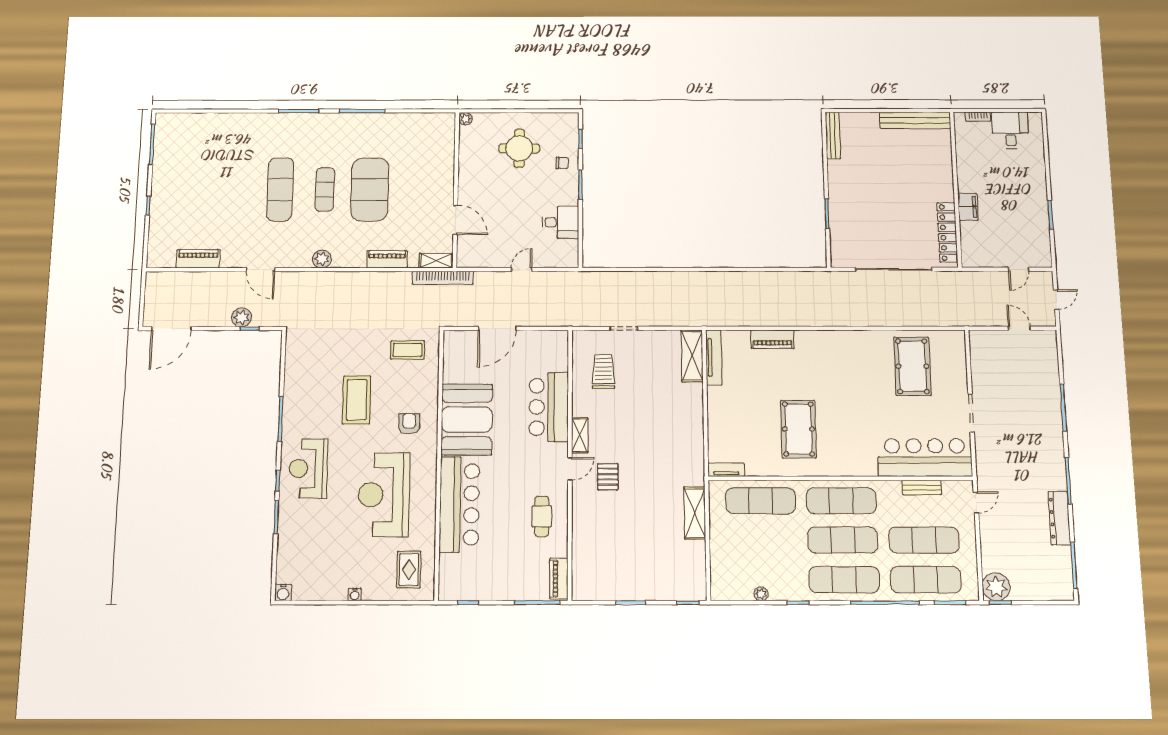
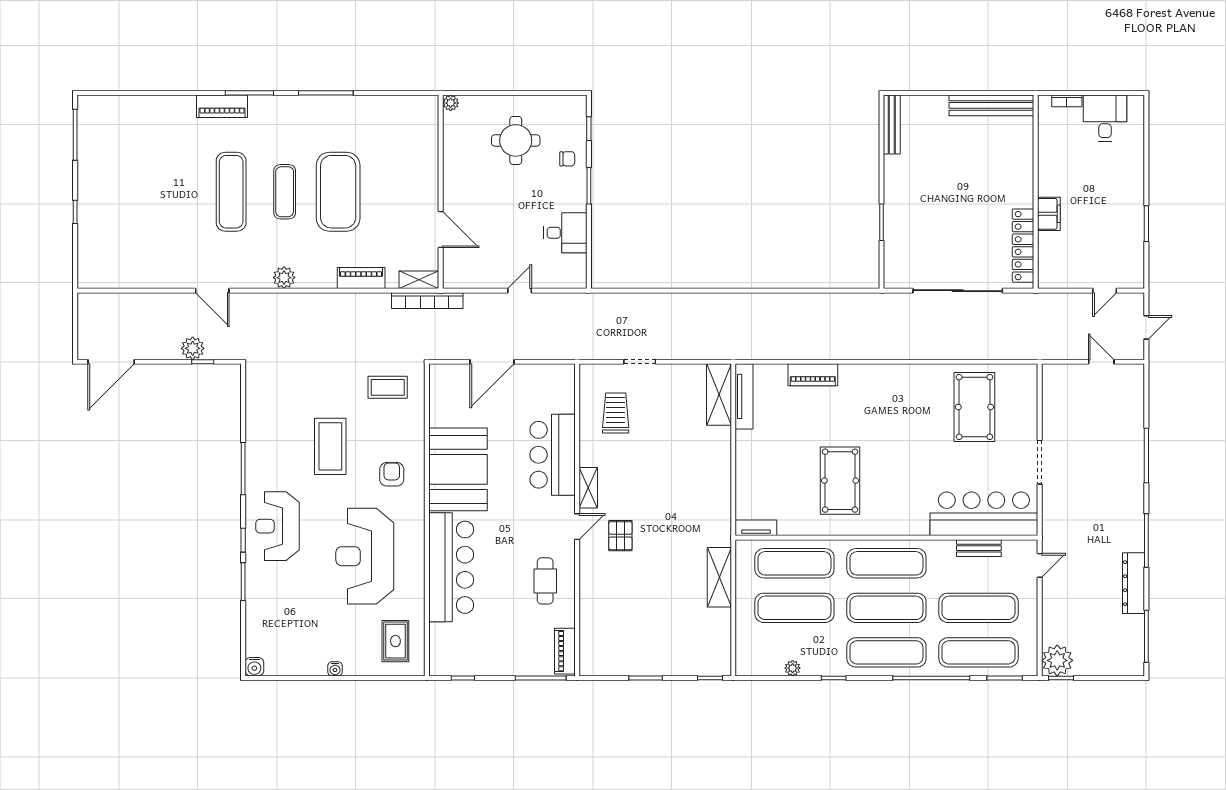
piano: (198, 259) -> (222, 106), moved, turned 180
exercise mat: (762, 540) -> (794, 608), added

